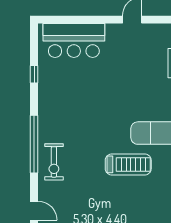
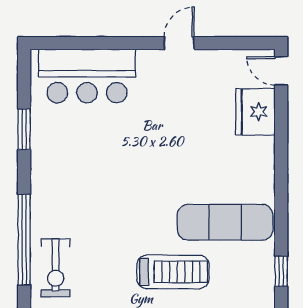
window: (34, 74) -> (24, 129), width x1.50

